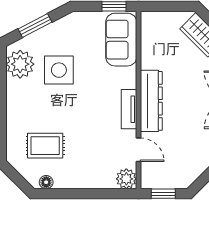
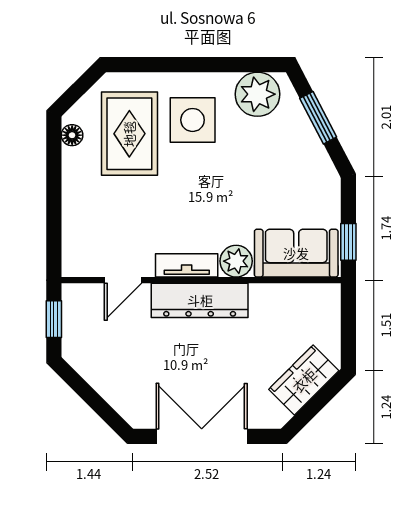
side table: (59, 70) -> (193, 120), moved
rug: (45, 146) -> (129, 134), width x1.36, depth x1.43
plant: (126, 179) -> (236, 261), moved

